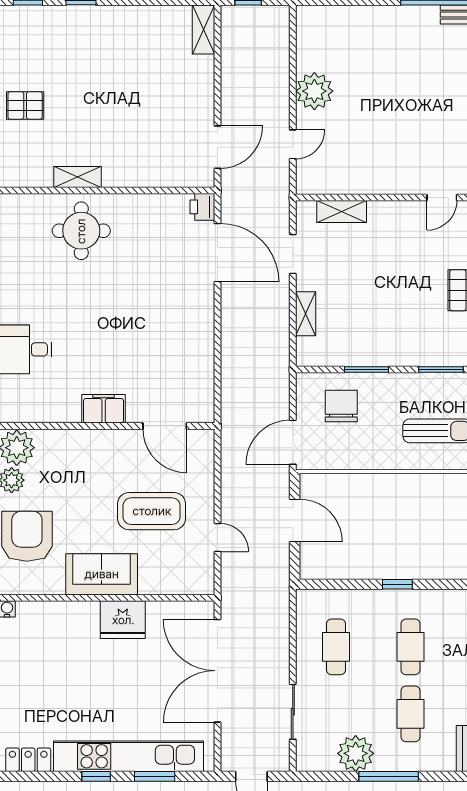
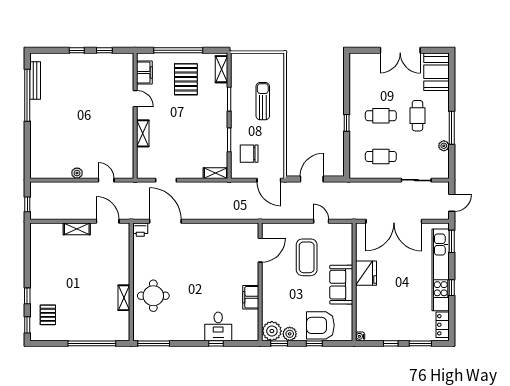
shelving: (204, 29) -> (77, 229), moved
plant: (314, 91) -> (77, 173), width x0.53, depth x0.53
pallet: (25, 105) -> (48, 315), moved
shelving: (342, 211) -> (143, 133), moved
door: (217, 253) -> (165, 221), hinge flipped
shelving: (306, 314) -> (216, 173), moved
filing cabinet: (104, 409) -> (251, 297), moved
door: (217, 538) -> (321, 221), hinge flipped
cafe table: (411, 714) -> (417, 116), turned 90
plant: (356, 753) -> (444, 146), width x0.53, depth x0.53
window: (155, 776) -> (452, 241), moved

